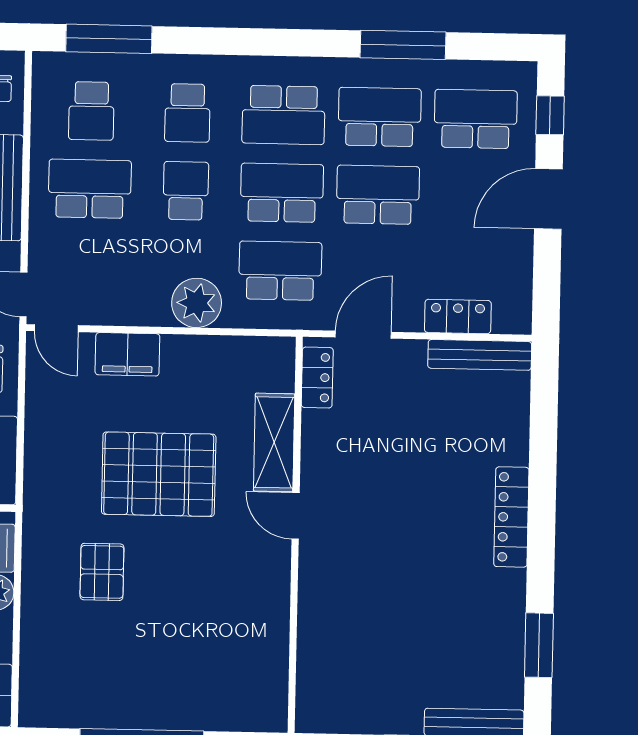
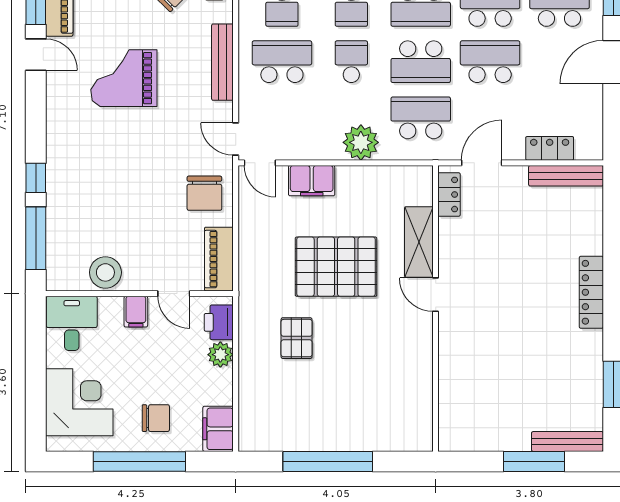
school desk: (282, 193) -> (421, 62), turned 180

